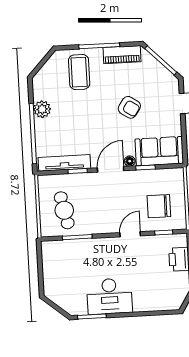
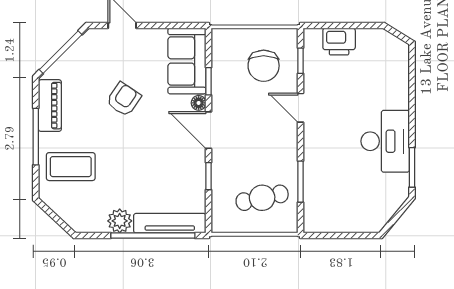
tv unit: (64, 163) -> (170, 223), moved, turned 90

